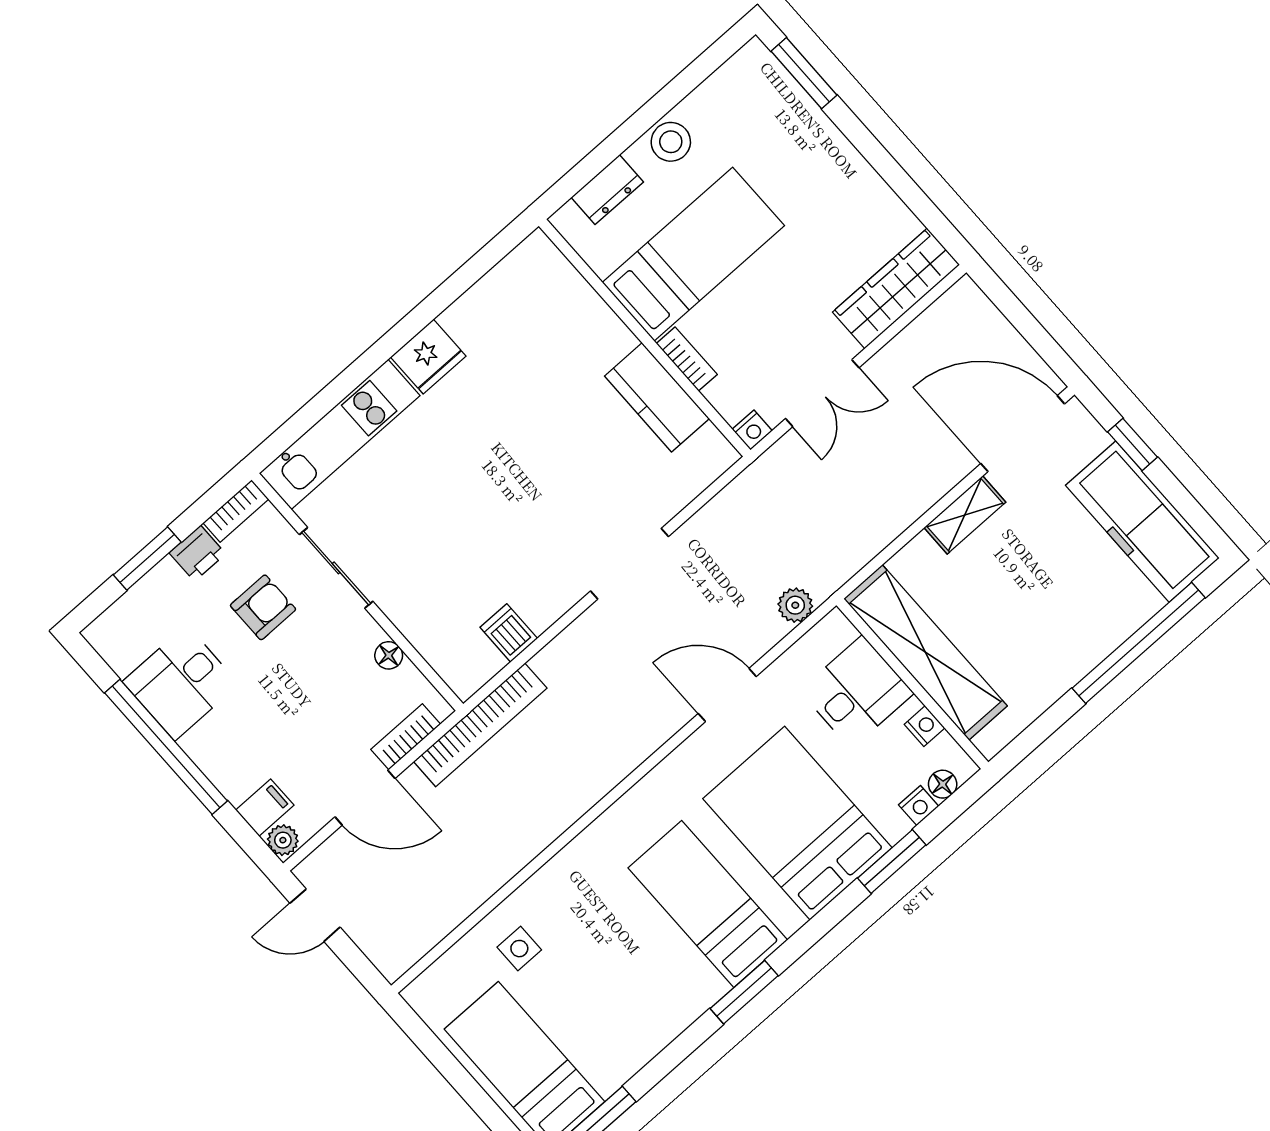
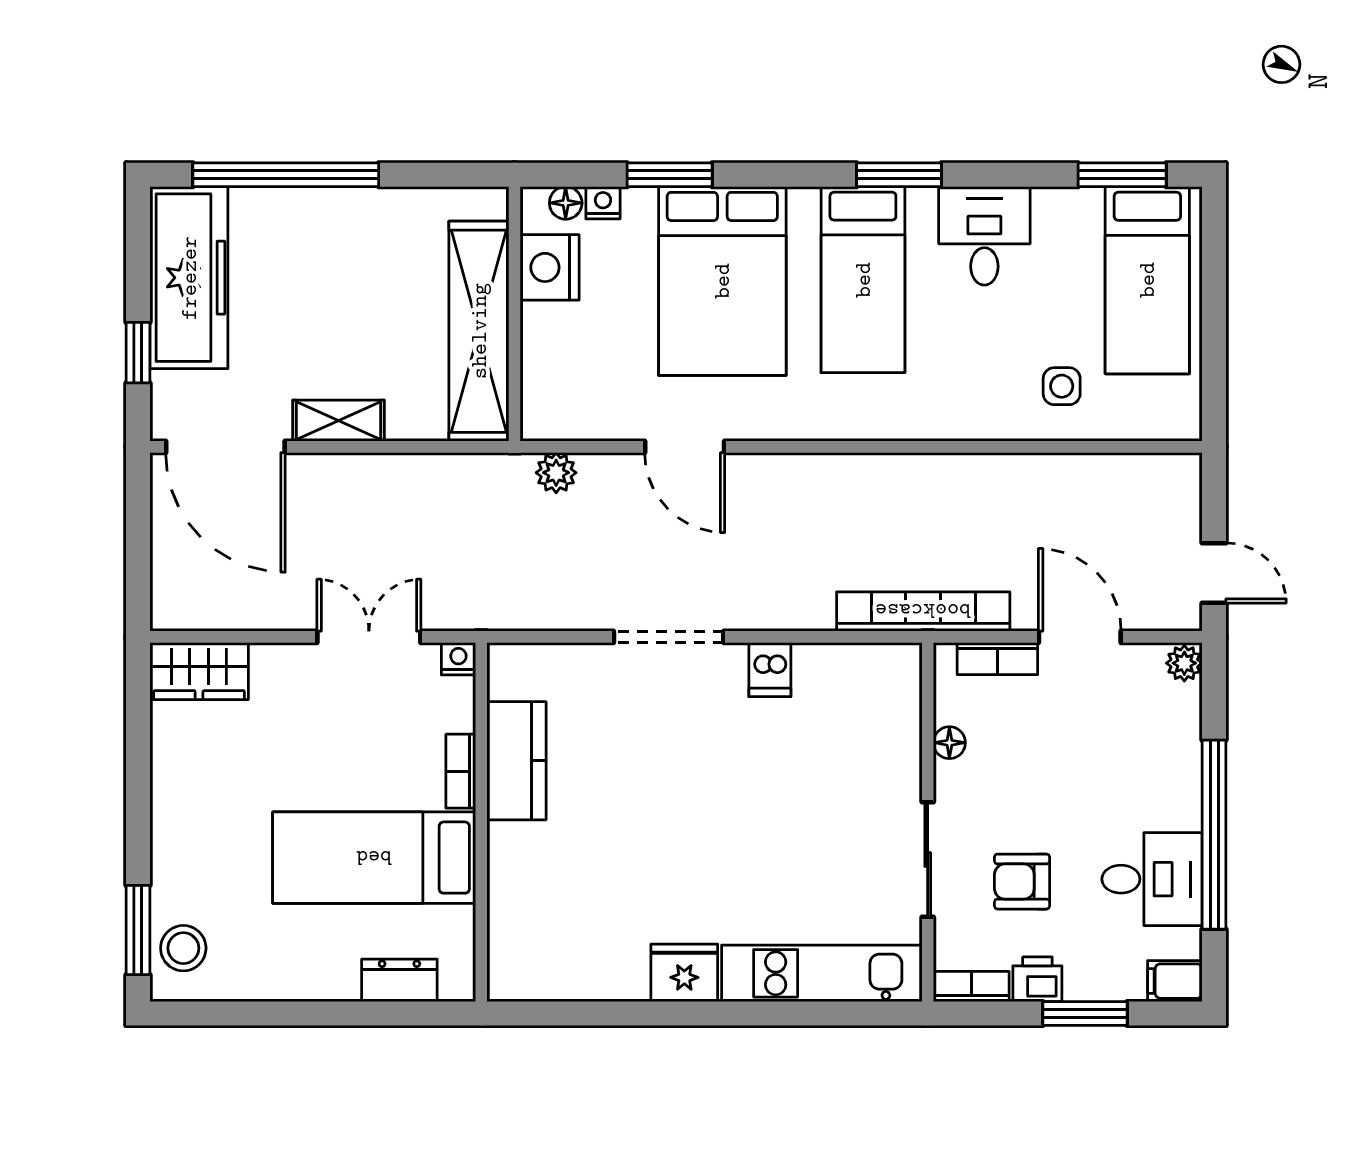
stool: (671, 142) -> (183, 948), moved
wardrobe: (896, 288) -> (199, 671), width x0.67
dishwasher: (509, 633) -> (770, 670), moved
desk: (857, 692) -> (984, 236), moved, turned 90
nightstand: (925, 726) -> (550, 267), width x1.89, depth x1.79
filing cabinet: (265, 808) -> (1175, 981), moved

